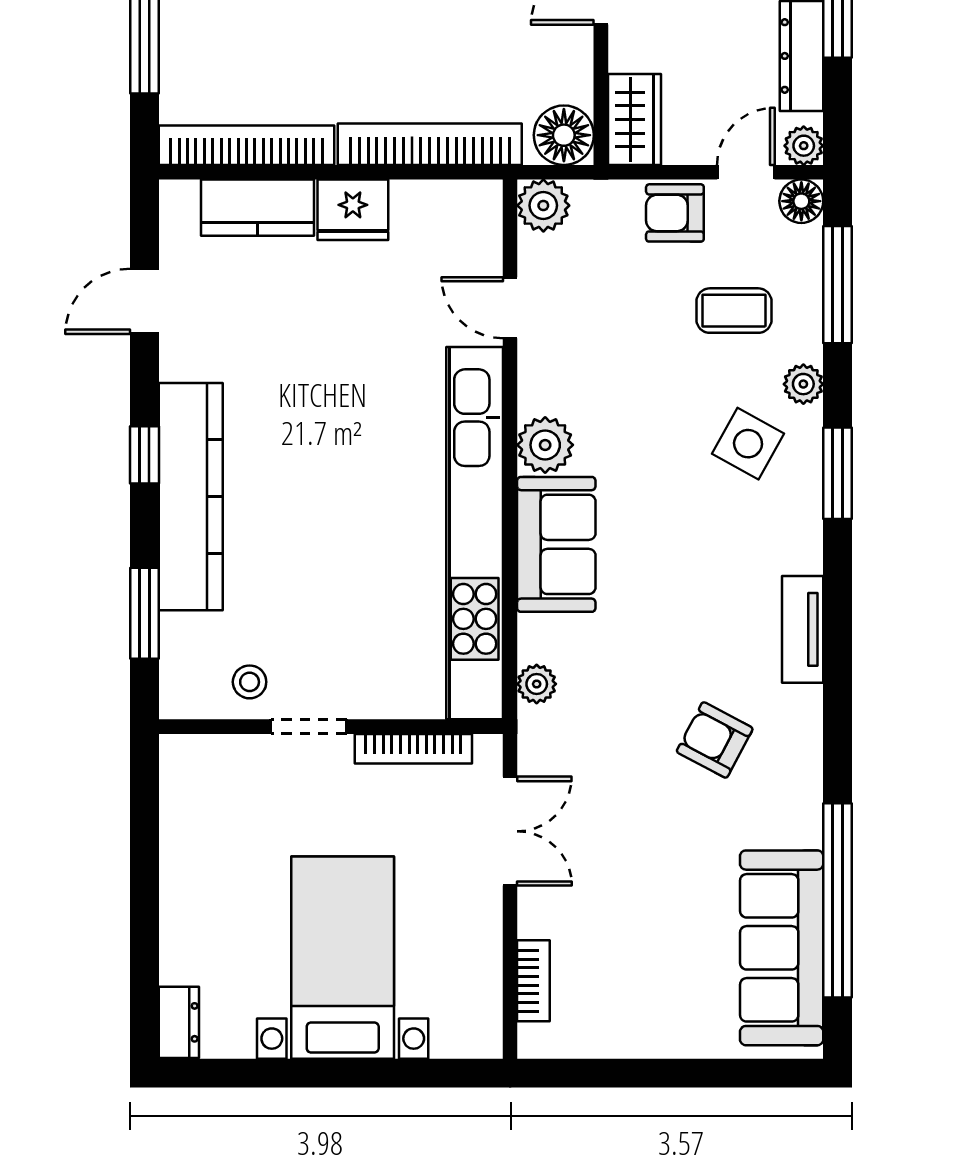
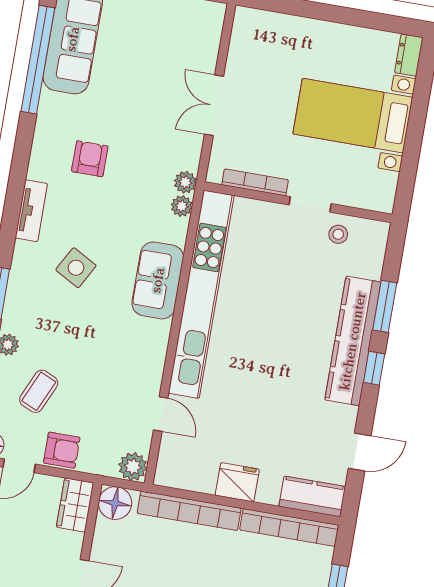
kitchen counter: (257, 208) -> (312, 496), moved
coffee table: (734, 311) -> (39, 391), turned -66
side table: (748, 444) -> (76, 268), moved
plant: (545, 445) -> (185, 182), moved, width x0.73, depth x0.73
window: (144, 613) -> (385, 306), moved
armchair: (715, 740) -> (90, 159), turned -118
double door: (510, 831) -> (214, 105), moved
bed with nightstands: (343, 958) -> (353, 116), moved, turned 90
bookcase: (533, 981) -> (211, 44), removed

